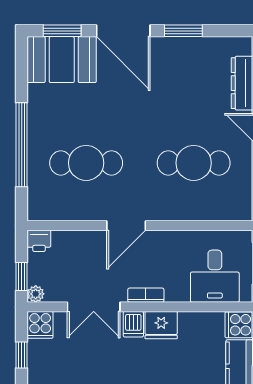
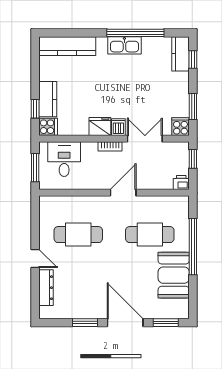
booth: (62, 60) -> (174, 275), moved, turned 90
plant: (36, 294) -> (183, 147), removed
window: (22, 355) -> (193, 107), width x1.50

